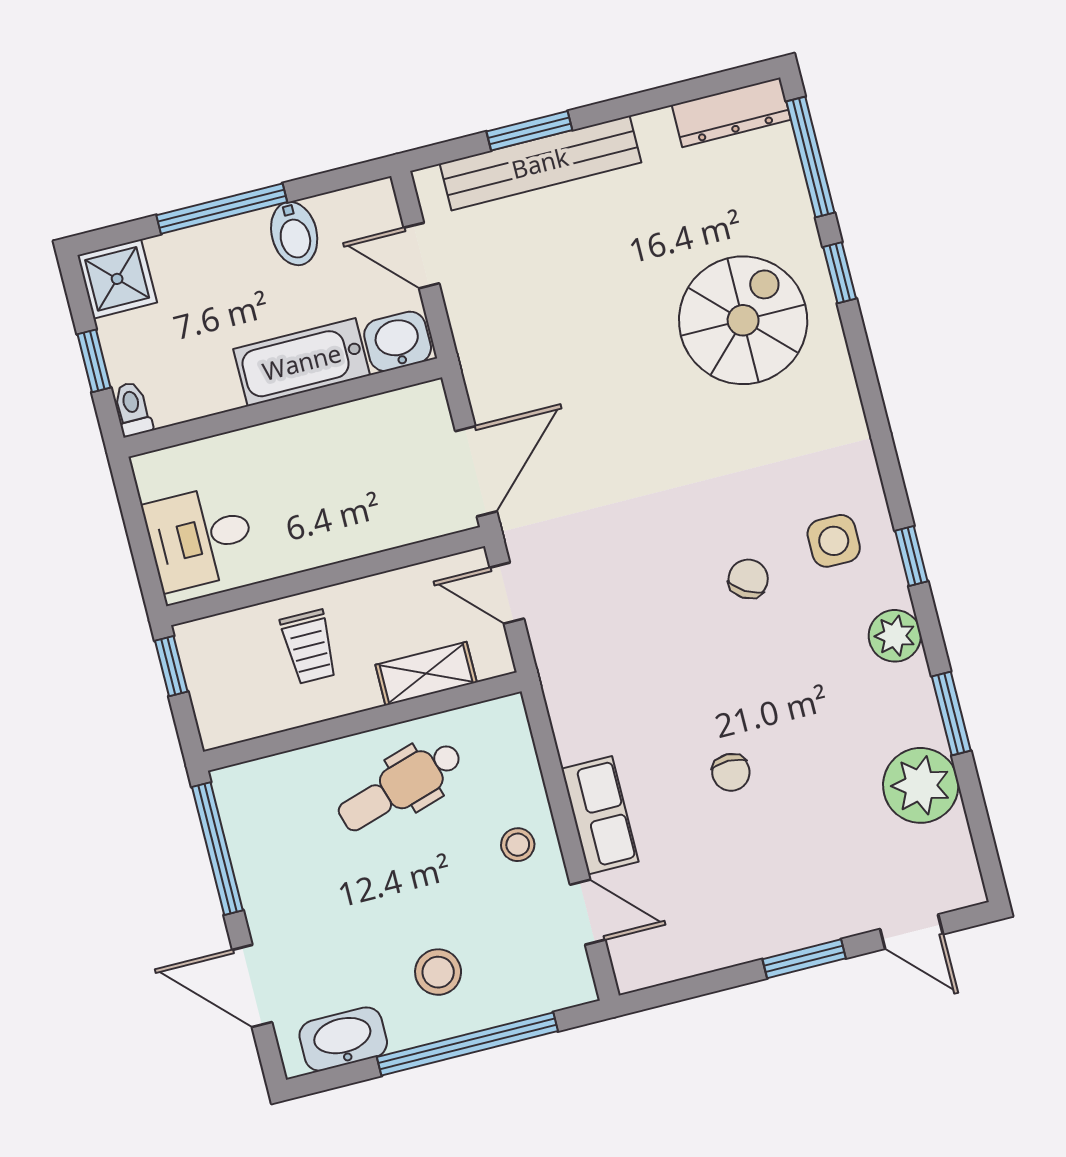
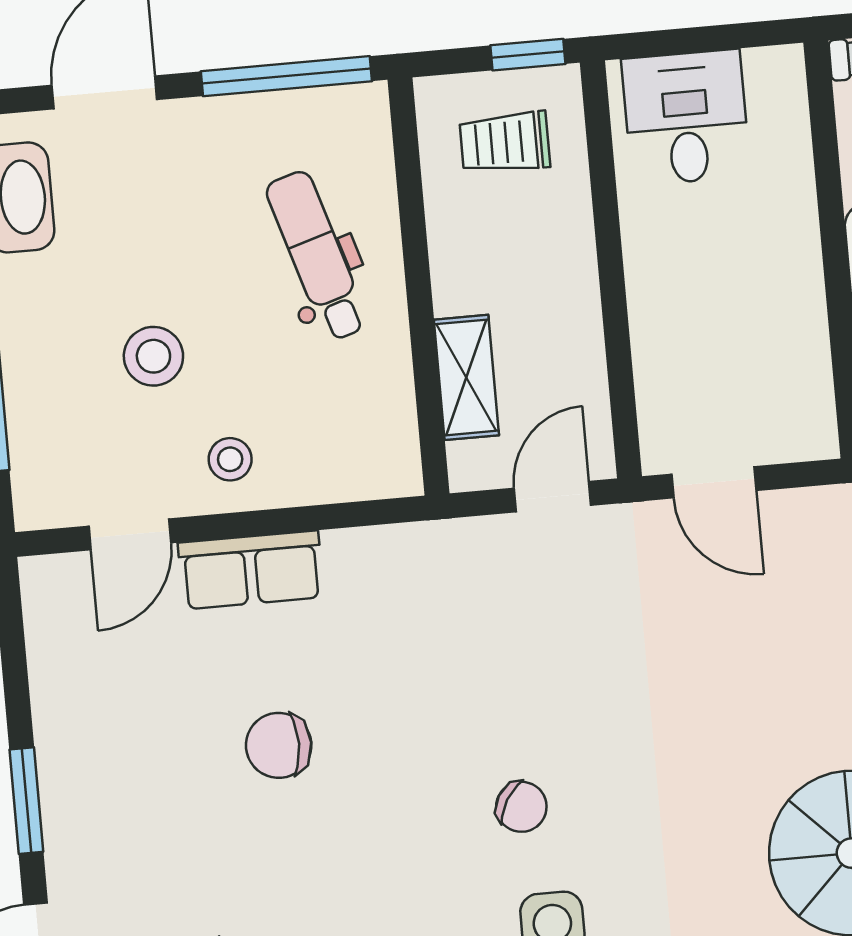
door: (476, 471) -> (714, 482), width x0.73
trolley: (309, 647) -> (505, 142), moved
chair: (731, 772) -> (279, 745), width x1.37, depth x1.37
dental chair: (400, 787) -> (317, 256), moved
stool: (438, 972) -> (153, 356), moved

